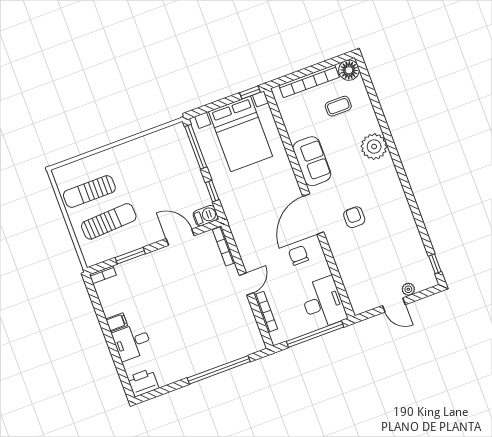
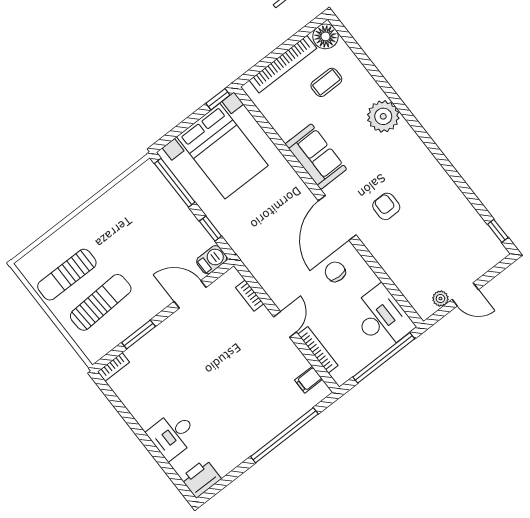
bookcase: (224, 246) -> (250, 296), width x0.64
plant: (408, 289) -> (440, 299), moved
filing cabinet: (117, 322) -> (309, 380), moved, turned 180

